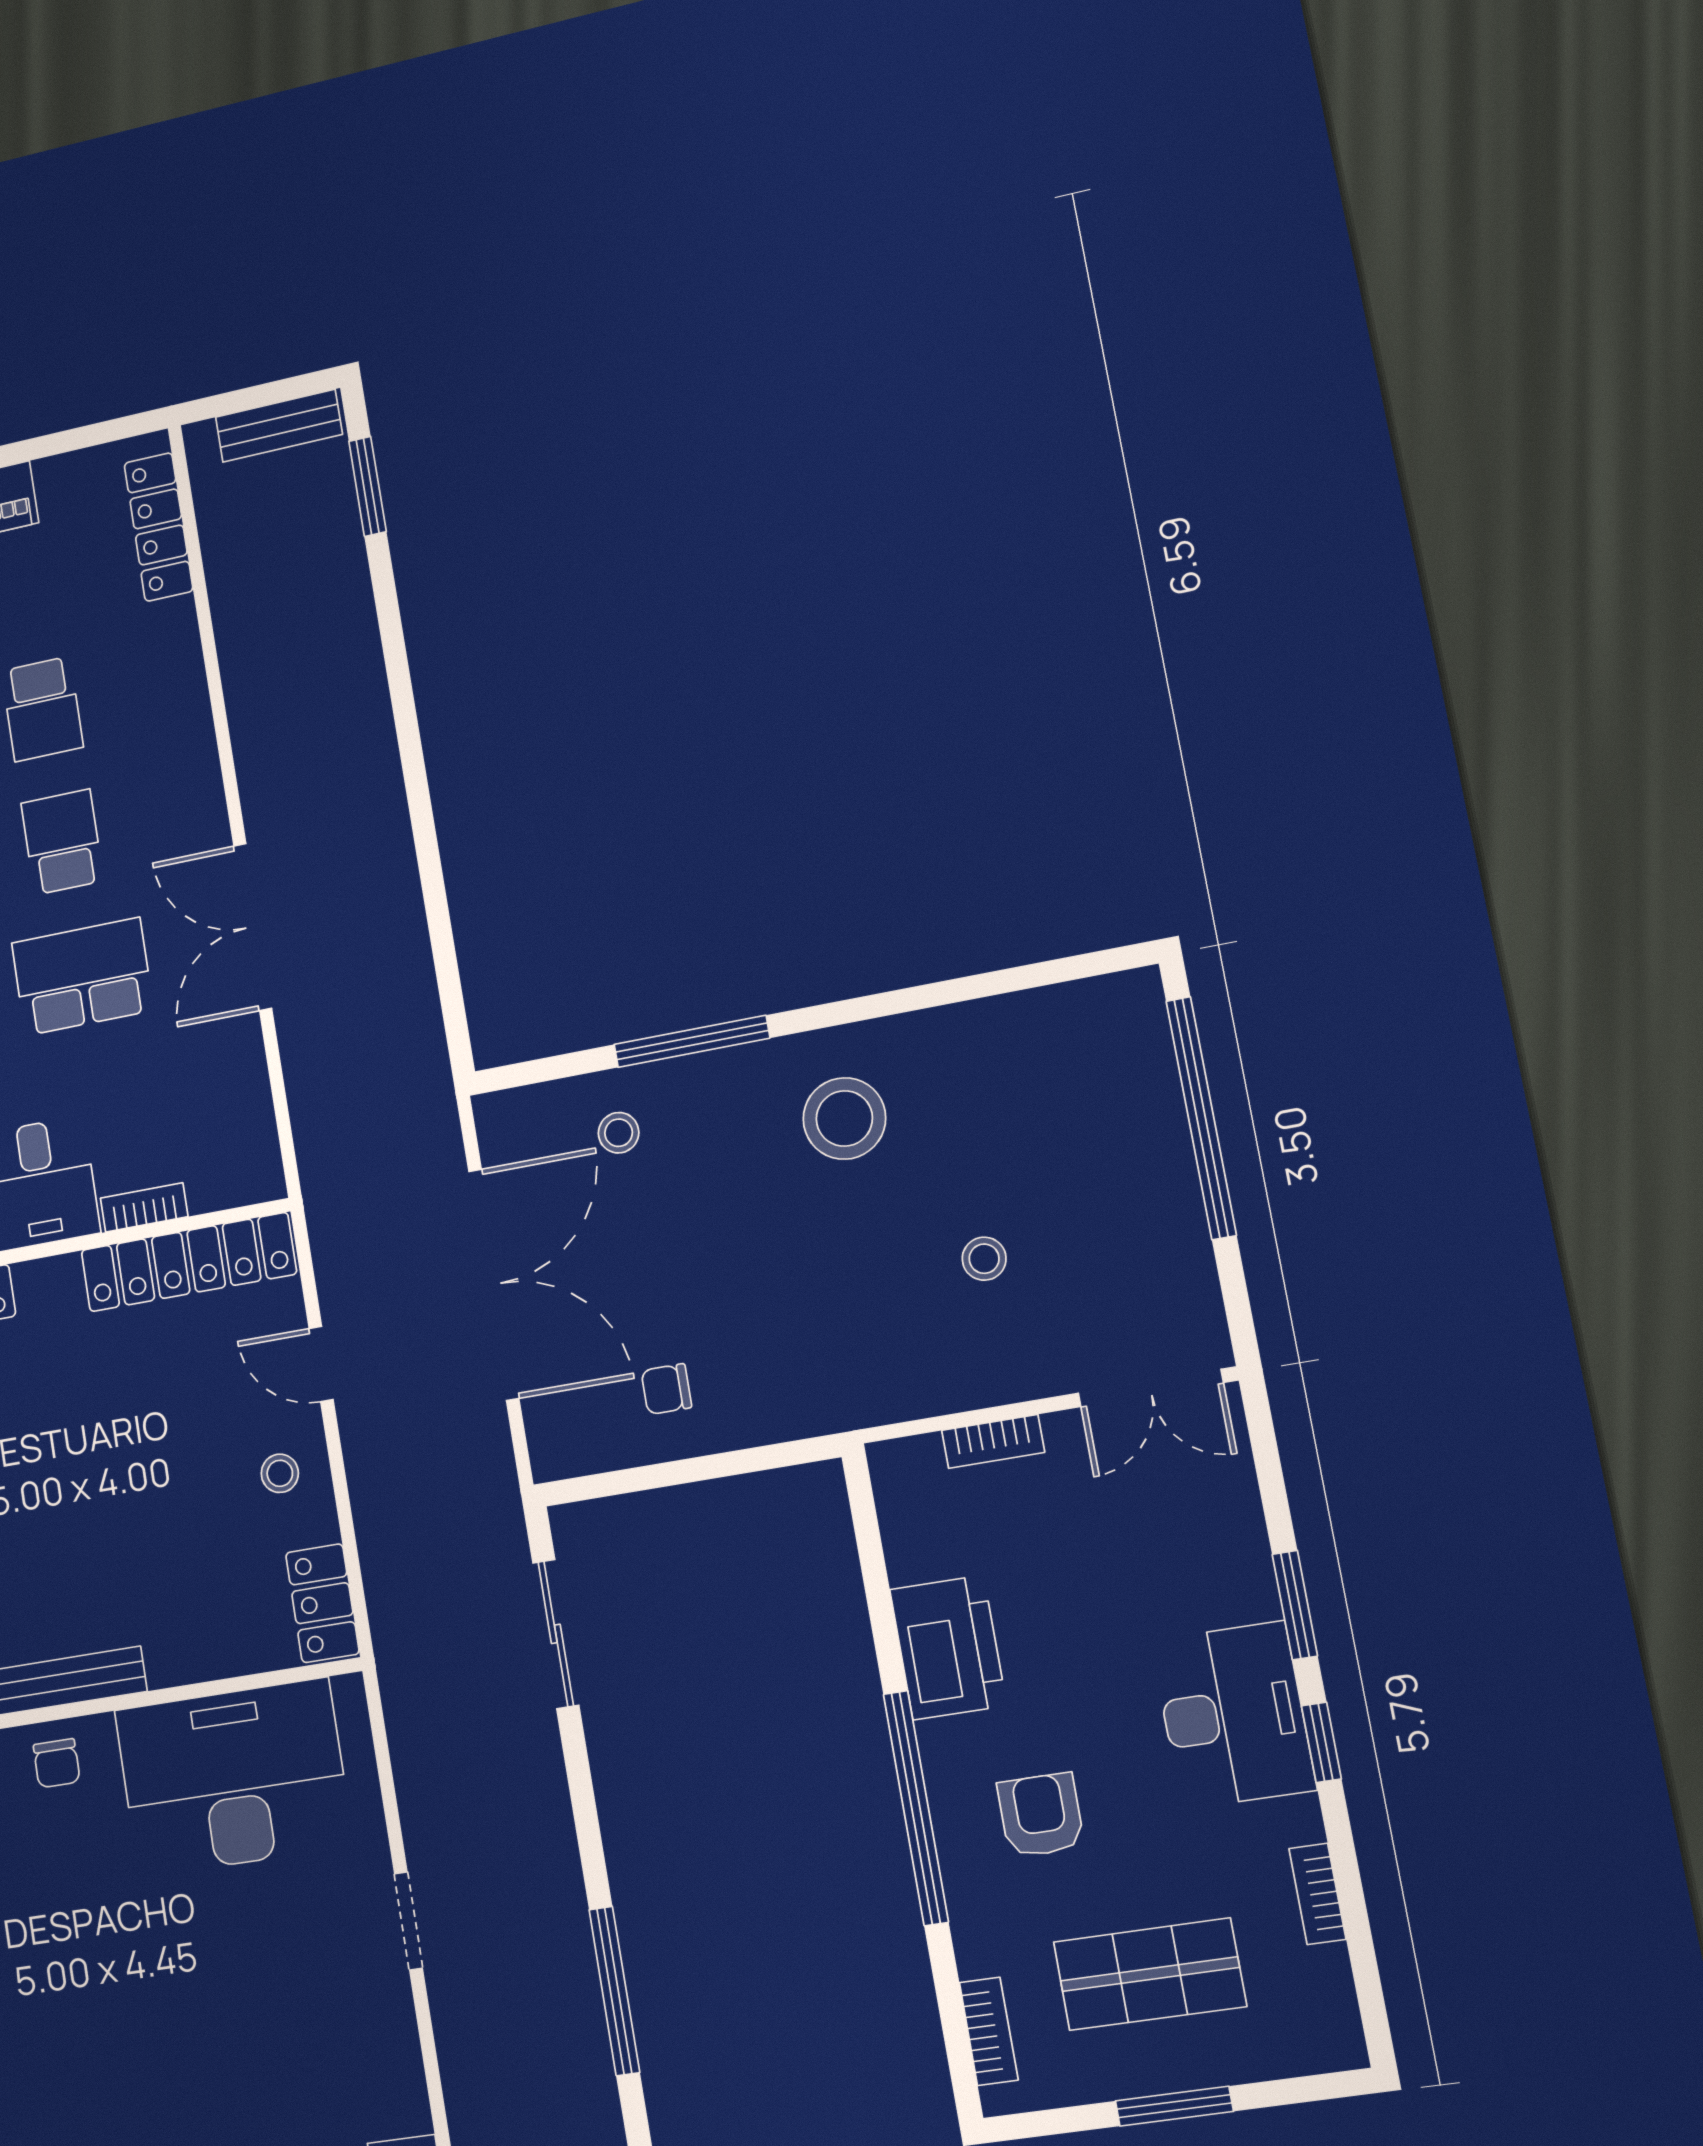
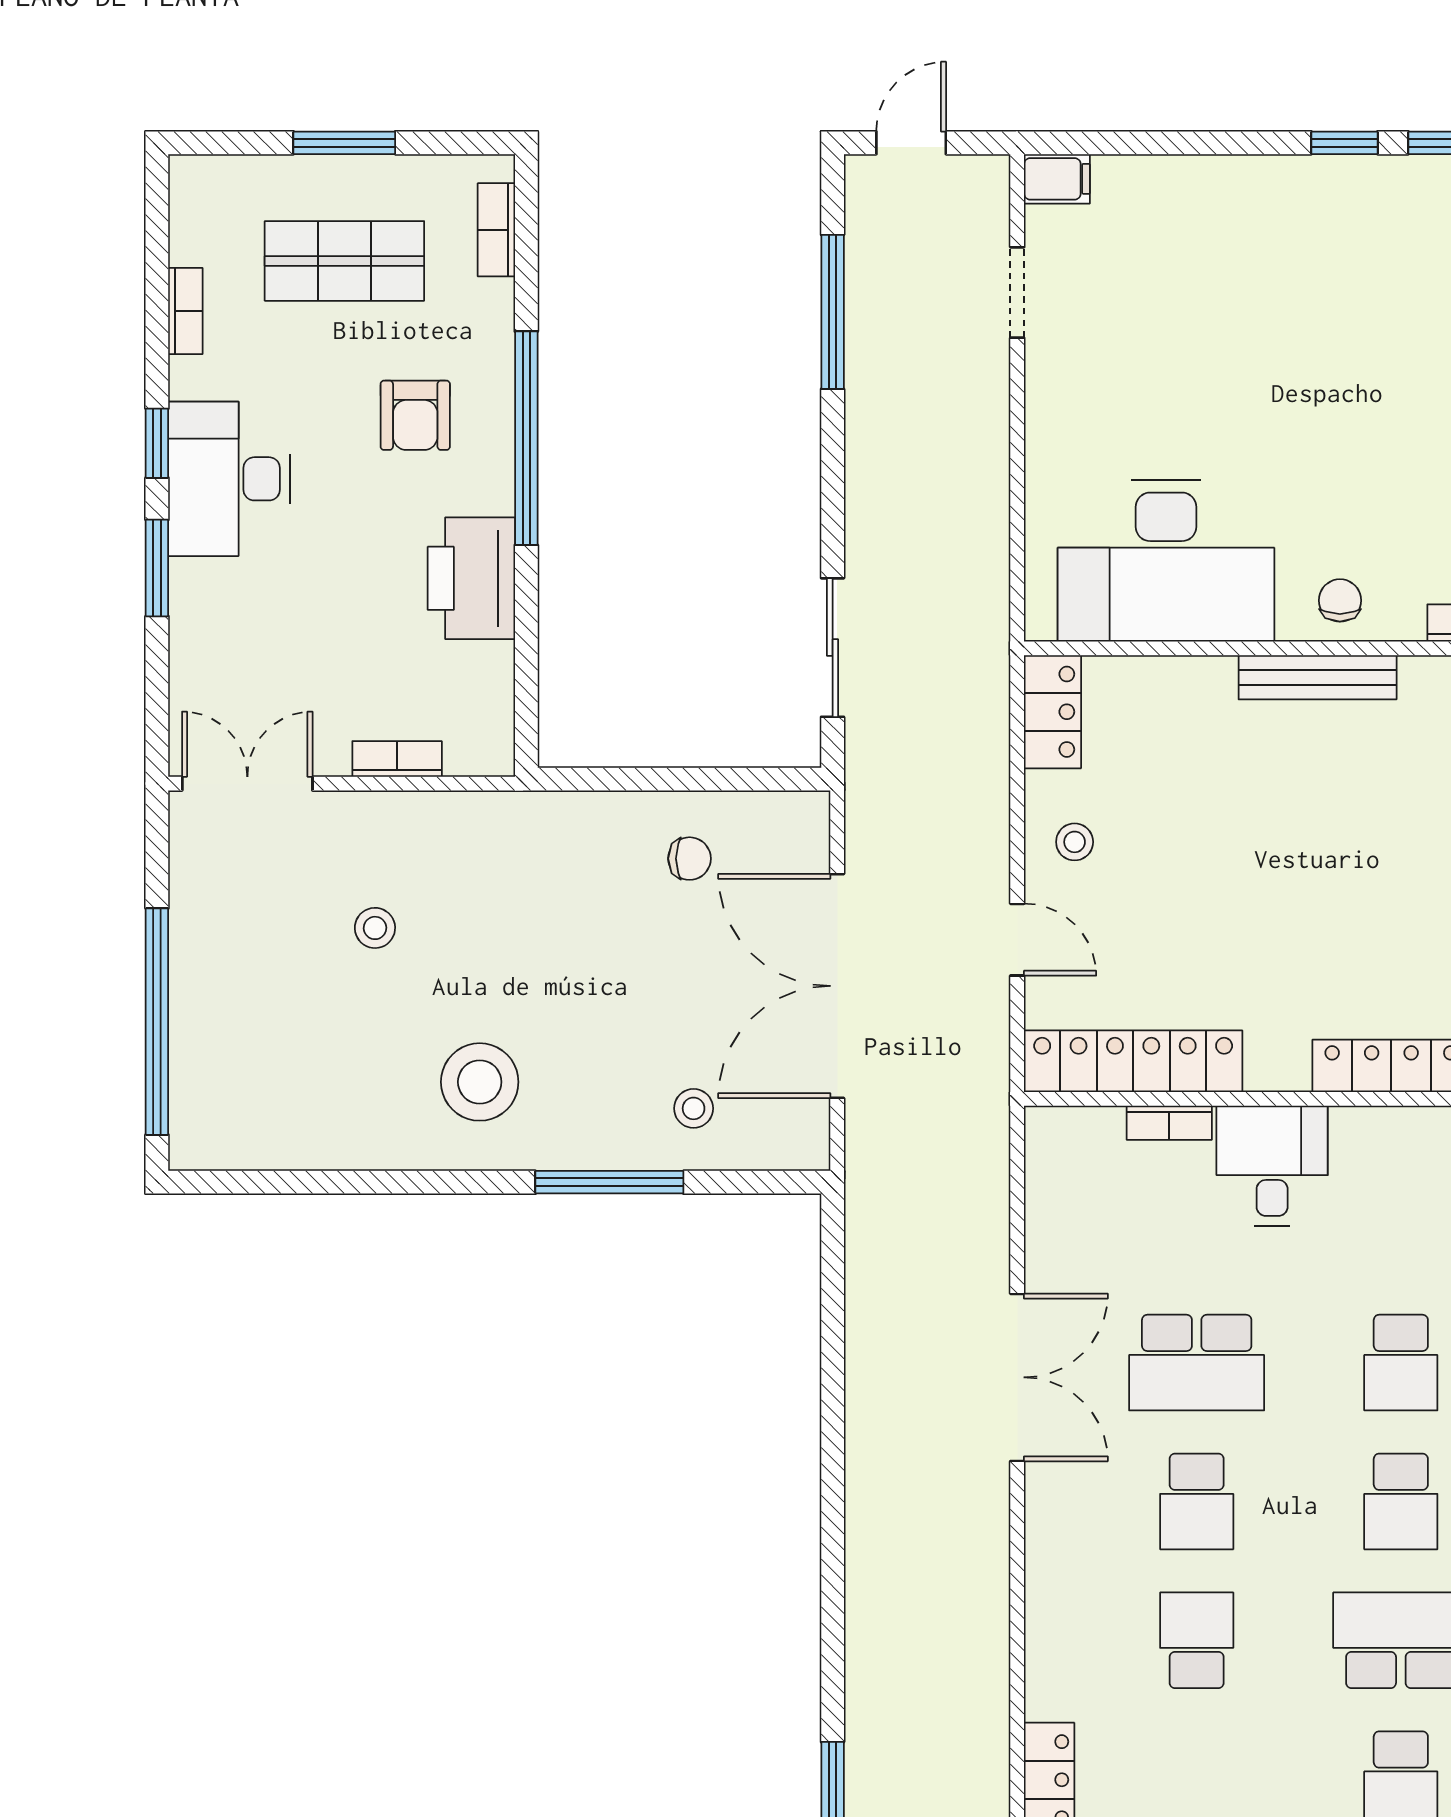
doorway: (408, 1921) -> (1017, 293), moved

